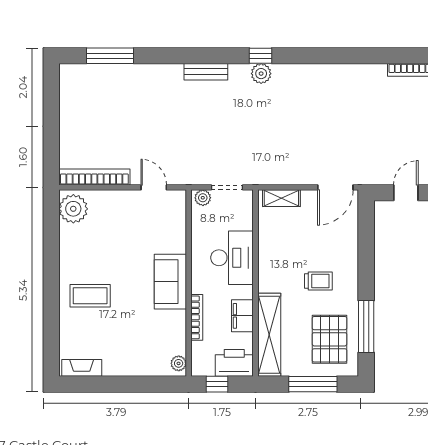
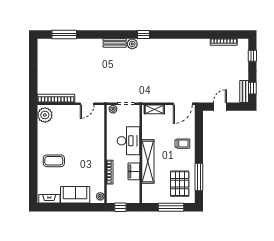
plant: (261, 74) -> (132, 44), moved
door: (154, 187) -> (87, 104), swing flipped
trolley: (318, 281) -> (182, 144), moved
sofa: (170, 282) -> (75, 195), moved, turned 90
shelving: (269, 335) -> (148, 161), moved
printer: (234, 363) -> (130, 196), removed

